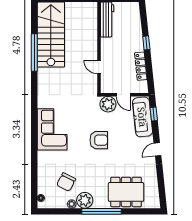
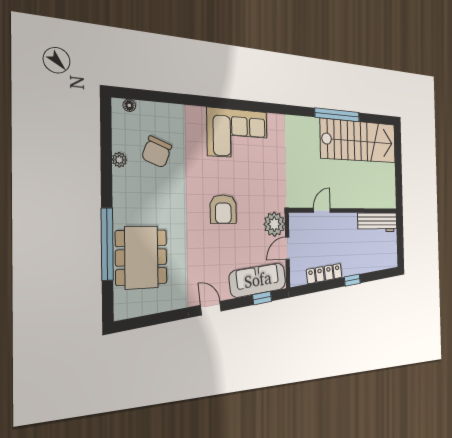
chair: (66, 182) -> (157, 152), turned -96
plant: (85, 200) -> (126, 183), removed
window: (102, 211) -> (107, 244), moved

